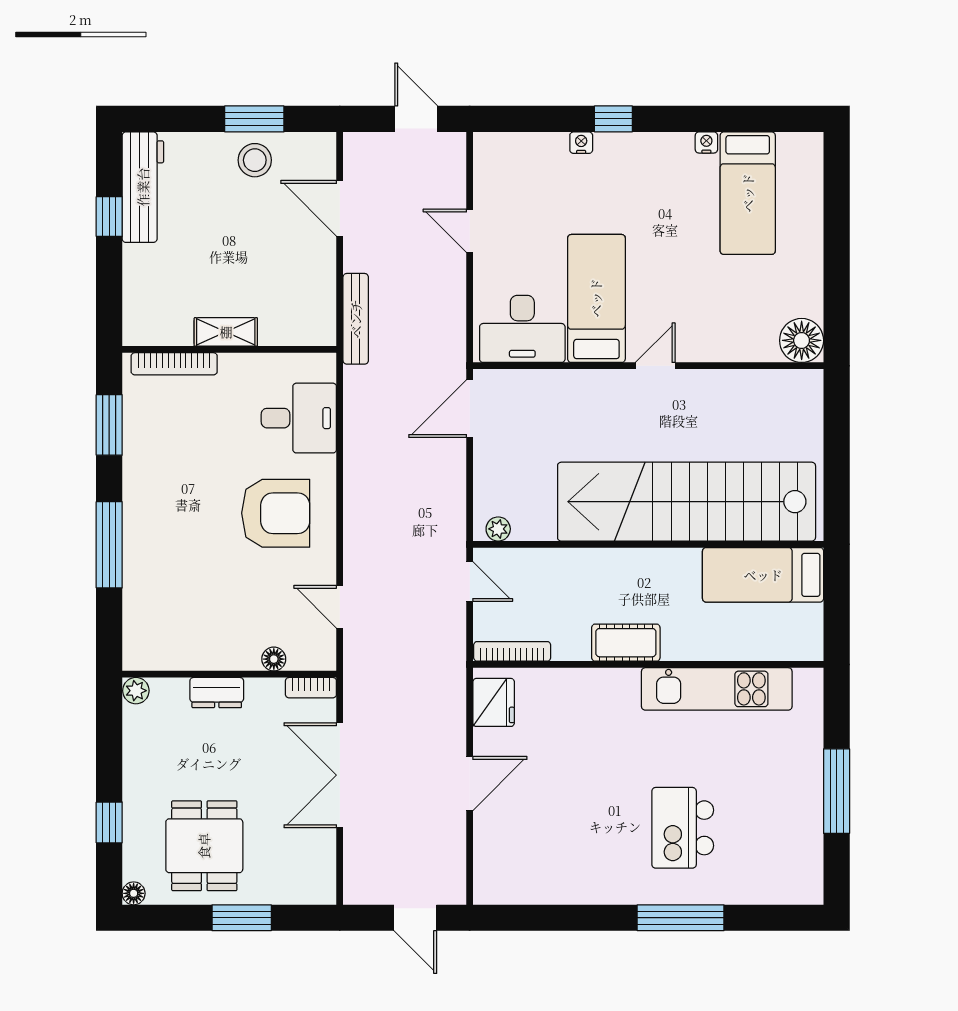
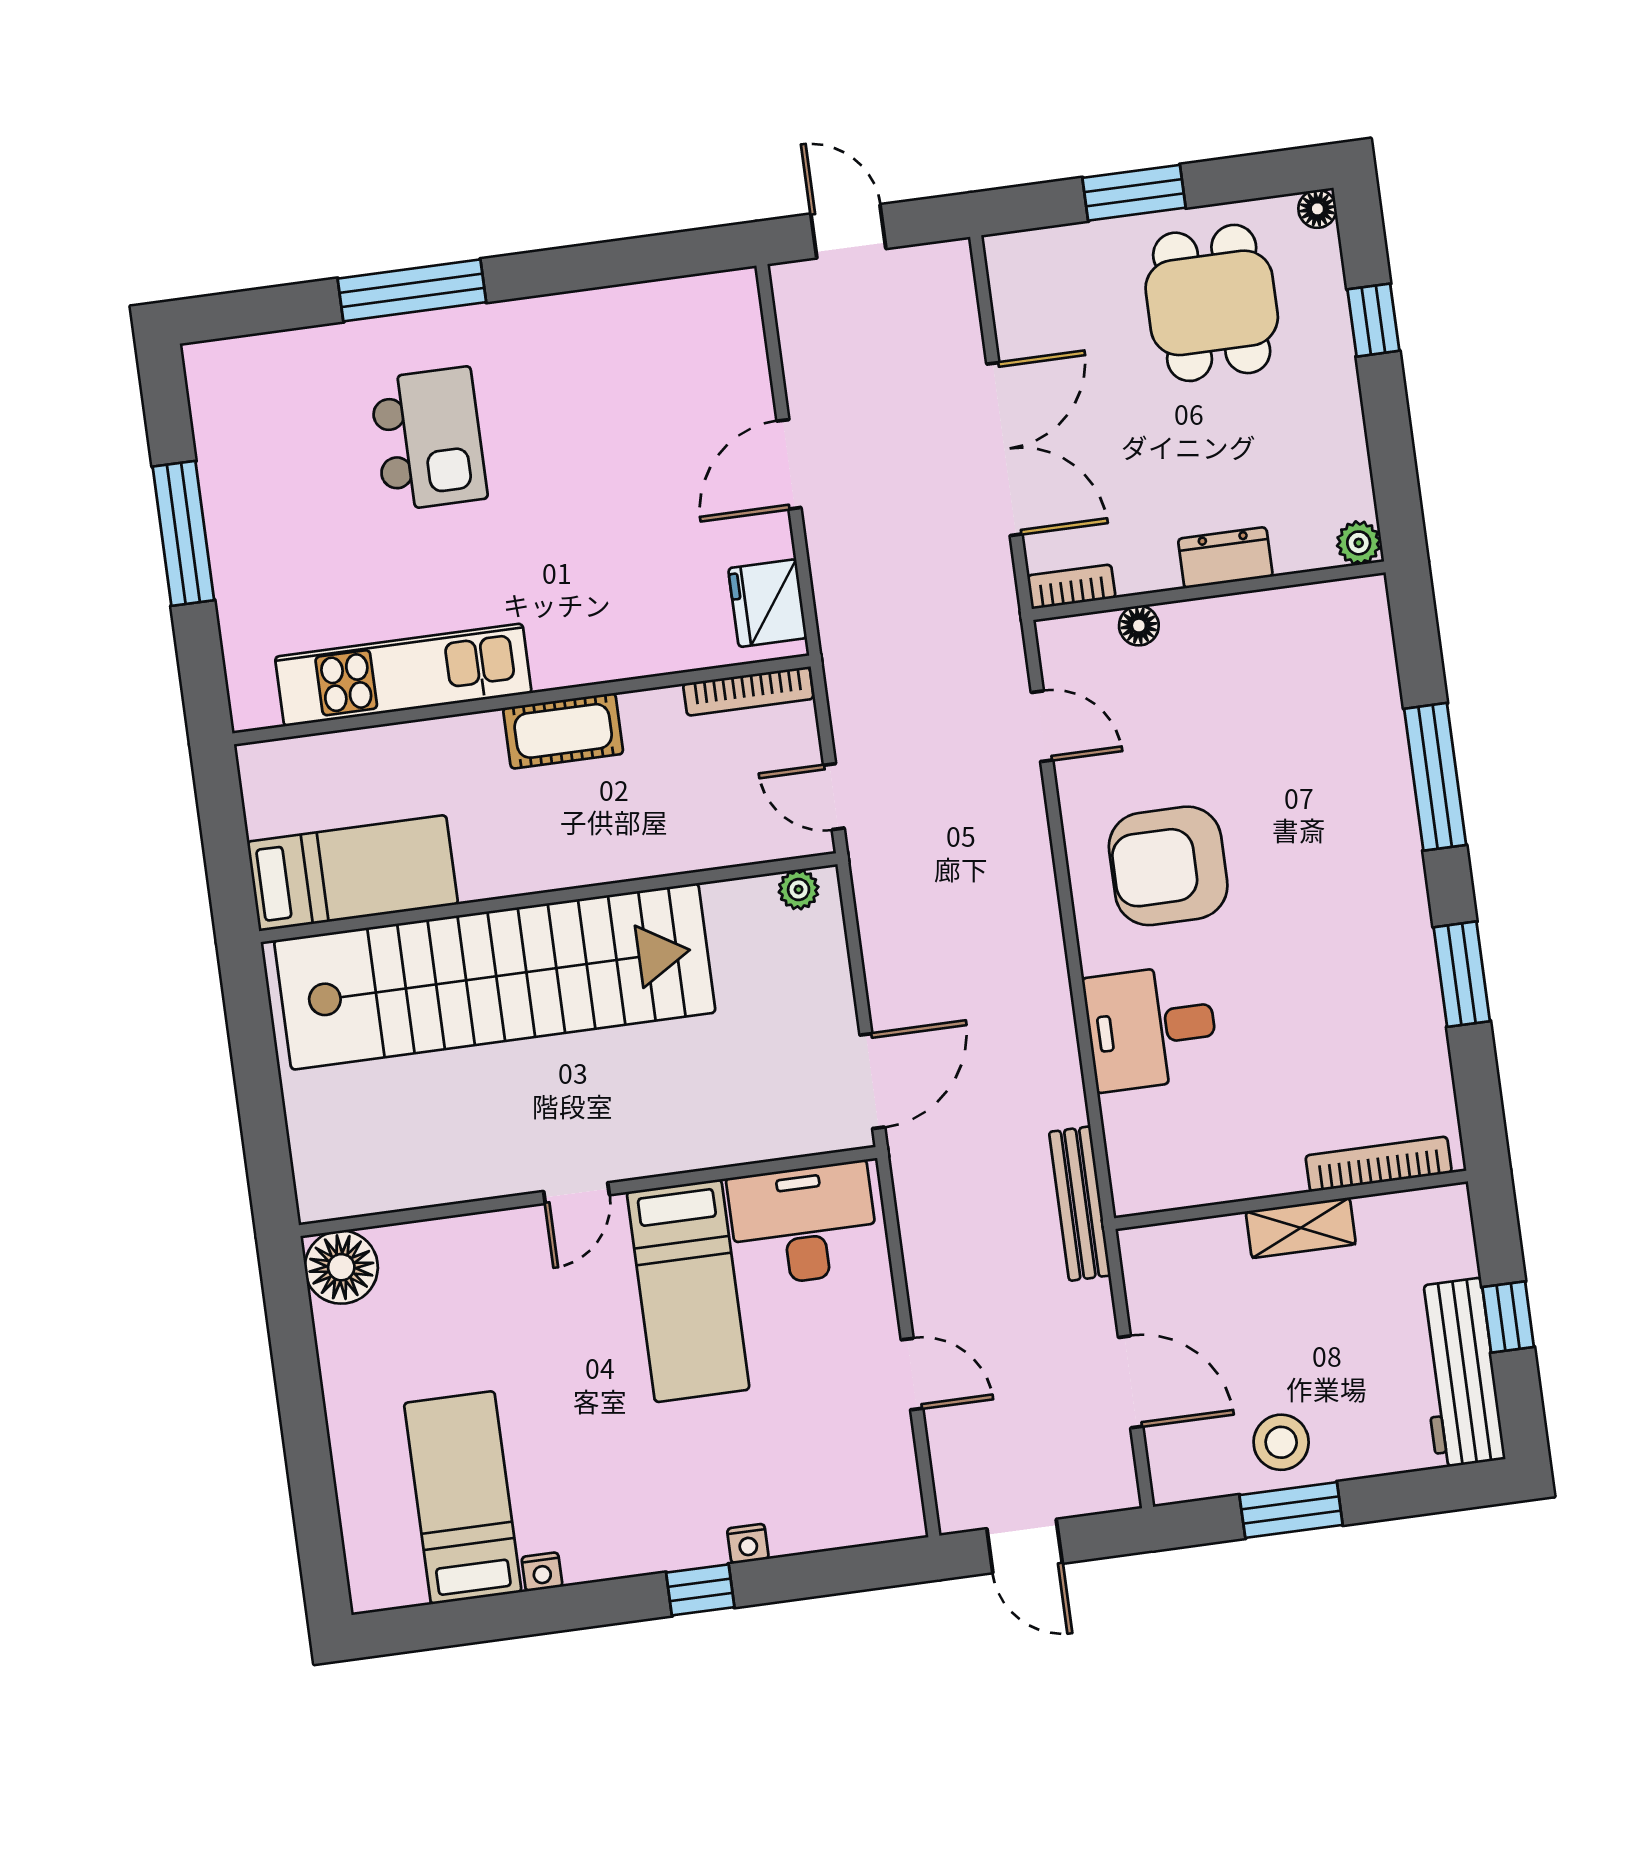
shelving: (226, 332) -> (1301, 1228), moved
wall: (229, 349) -> (1291, 1200), moved
bookcase: (174, 364) -> (1379, 1164), moved

